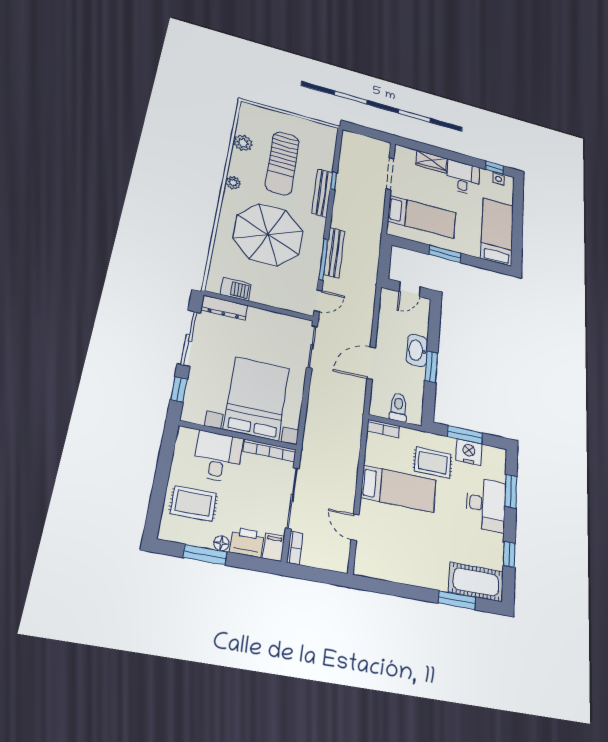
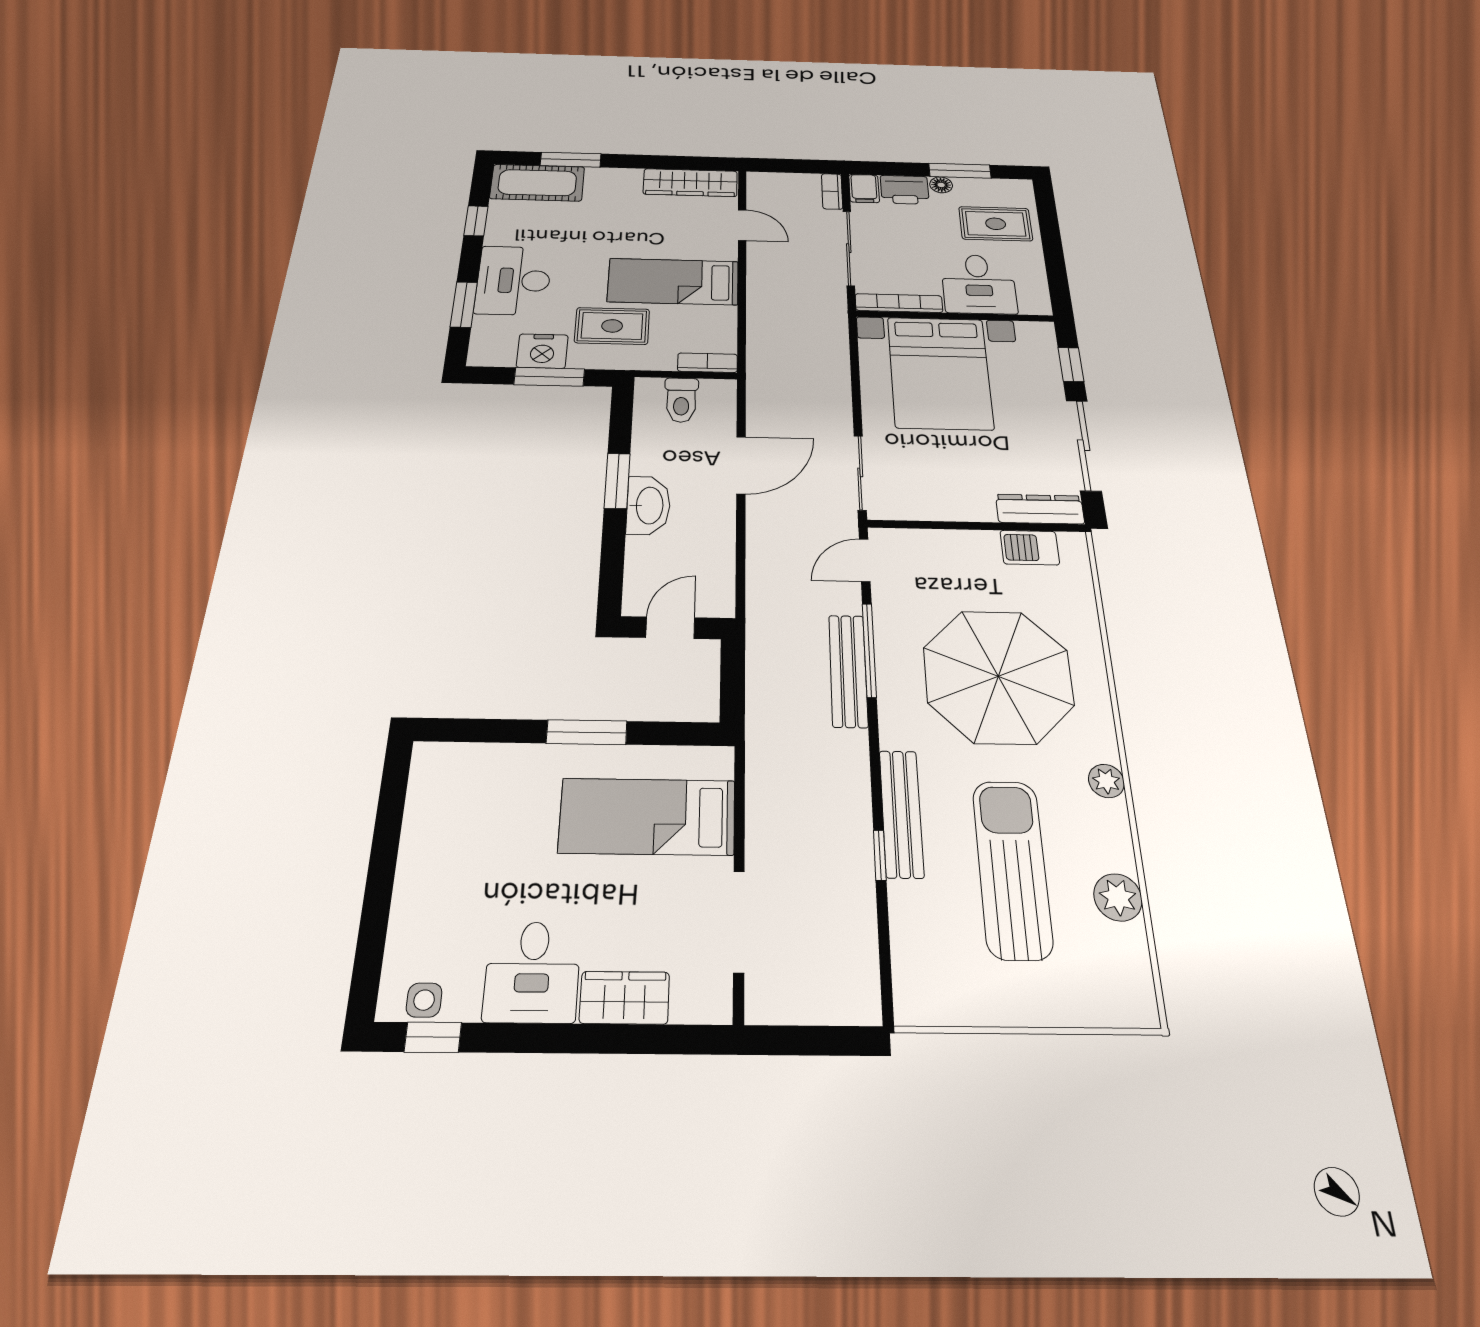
bed: (497, 232) -> (443, 828), removed
wardrobe: (384, 569) -> (690, 183), added

